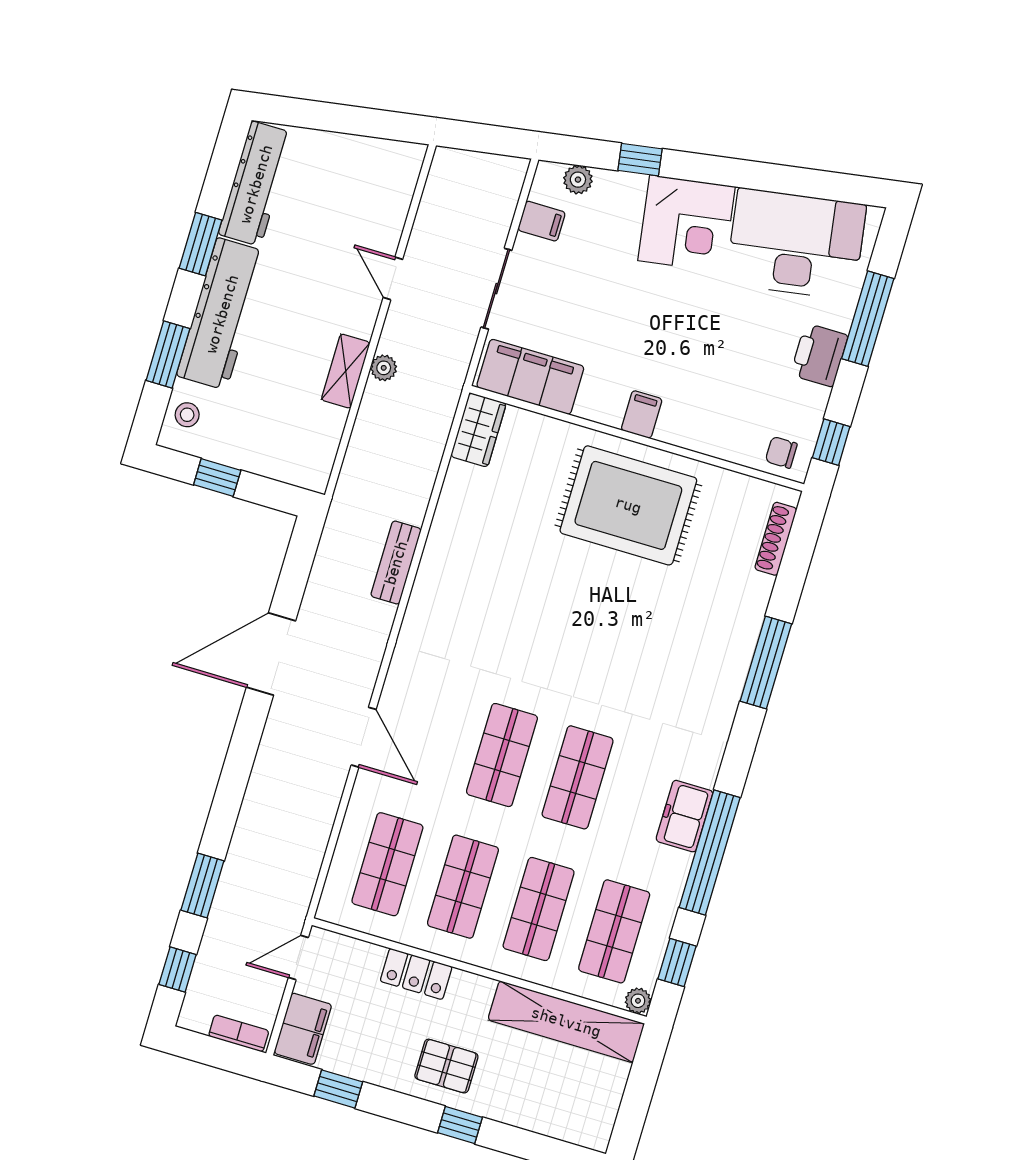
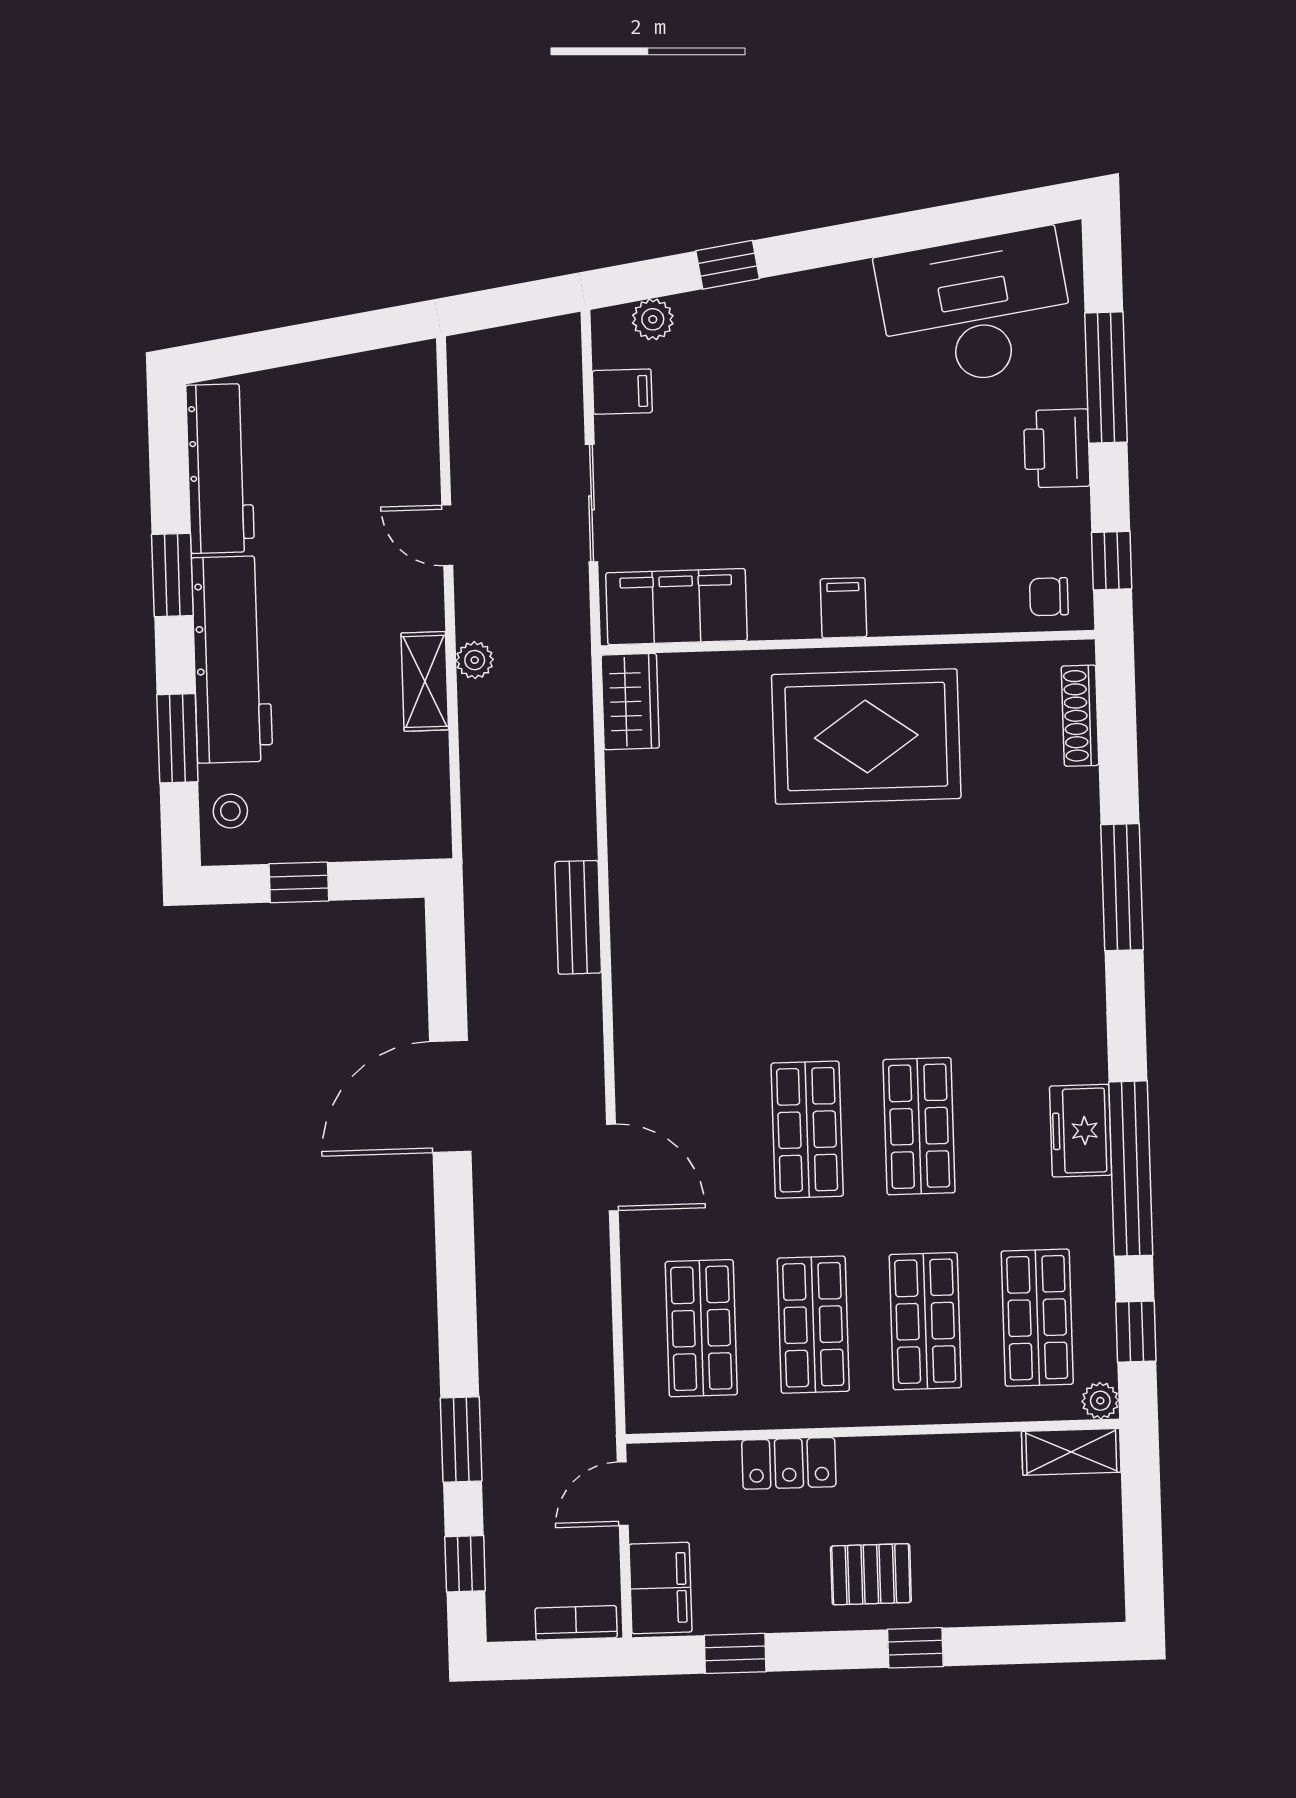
corner desk: (687, 224) -> (819, 330), removed
shelving: (566, 1022) -> (1071, 1452), width x0.45, depth x0.75

